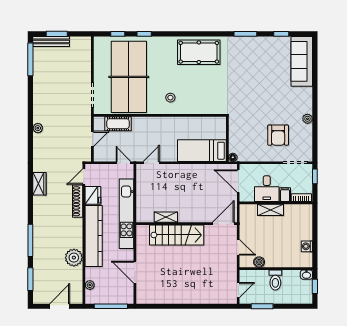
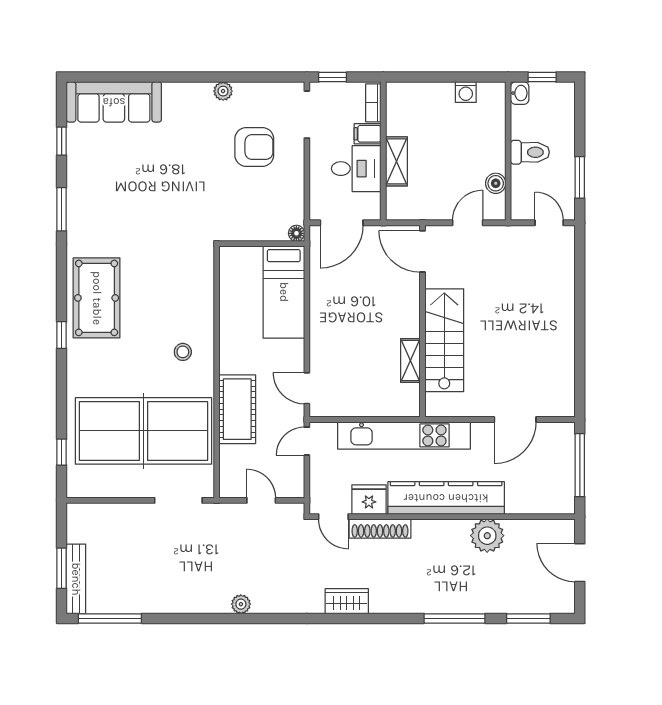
window: (144, 34) -> (62, 335), moved
cot: (118, 124) -> (237, 409), moved, width x1.37, depth x1.34
plant: (90, 285) -> (540, 505), removed

